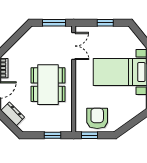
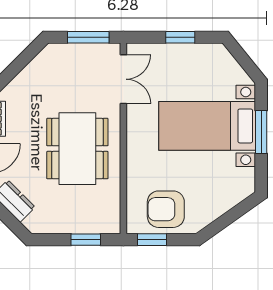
armchair: (97, 118) -> (166, 209), turned -90

